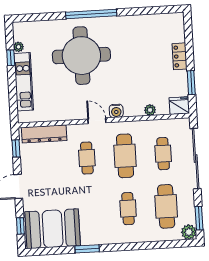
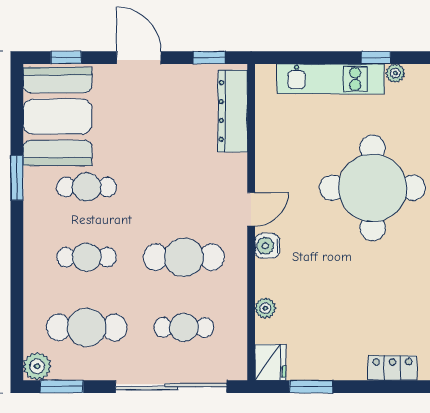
locker: (180, 56) -> (392, 368), moved
cafe table: (87, 158) -> (87, 187), moved

